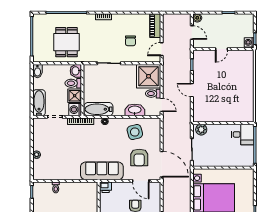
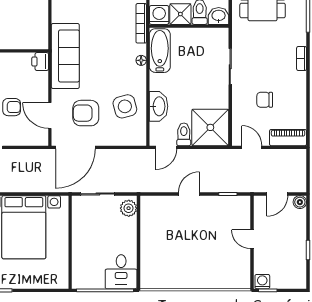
door: (141, 181) -> (50, 116), hinge flipped

